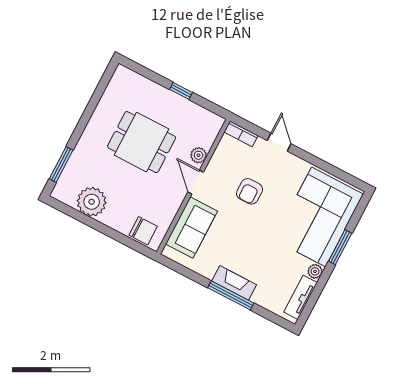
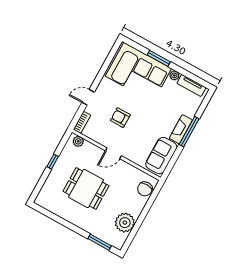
dining table: (142, 142) -> (86, 189), turned 90
plant: (199, 155) -> (78, 141), moved
armchair: (250, 191) -> (120, 118), turned 180
sofa: (191, 228) -> (161, 156), moved, turned -90
chair: (143, 231) -> (145, 189), turned 180

